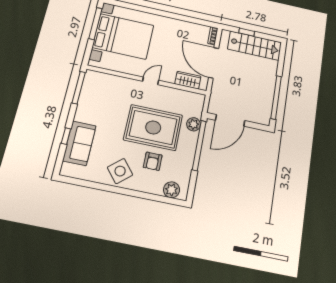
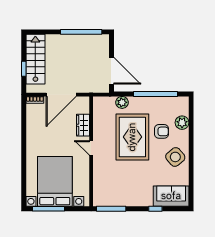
wardrobe: (188, 80) -> (83, 125), moved
sofa: (79, 143) -> (171, 196), moved
window: (199, 145) -> (156, 94), moved
plant: (172, 190) -> (182, 123), moved

